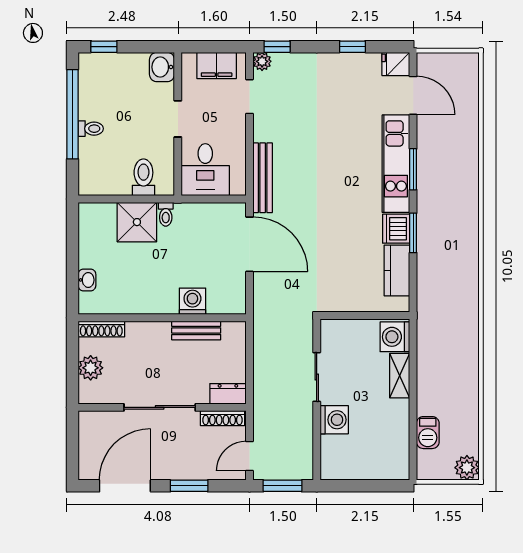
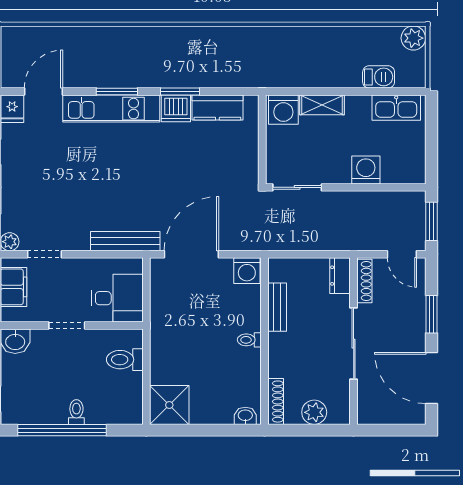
toilet: (166, 214) -> (249, 340), moved, turned 180
shower: (137, 222) -> (169, 405), moved
washbasin: (87, 280) -> (245, 416), moved
washing machine: (192, 301) -> (247, 271), moved, turned -90
sliding door: (317, 377) -> (297, 187), moved
kitchen sink: (397, 450) -> (396, 108), added

